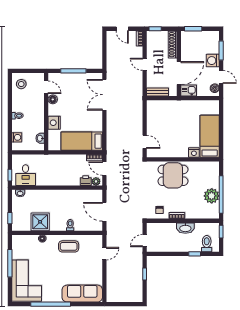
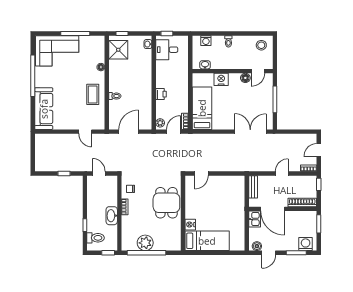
washing machine: (213, 61) -> (306, 244), moved
printer: (86, 181) -> (161, 94), moved
shower: (40, 222) -> (118, 50), moved

